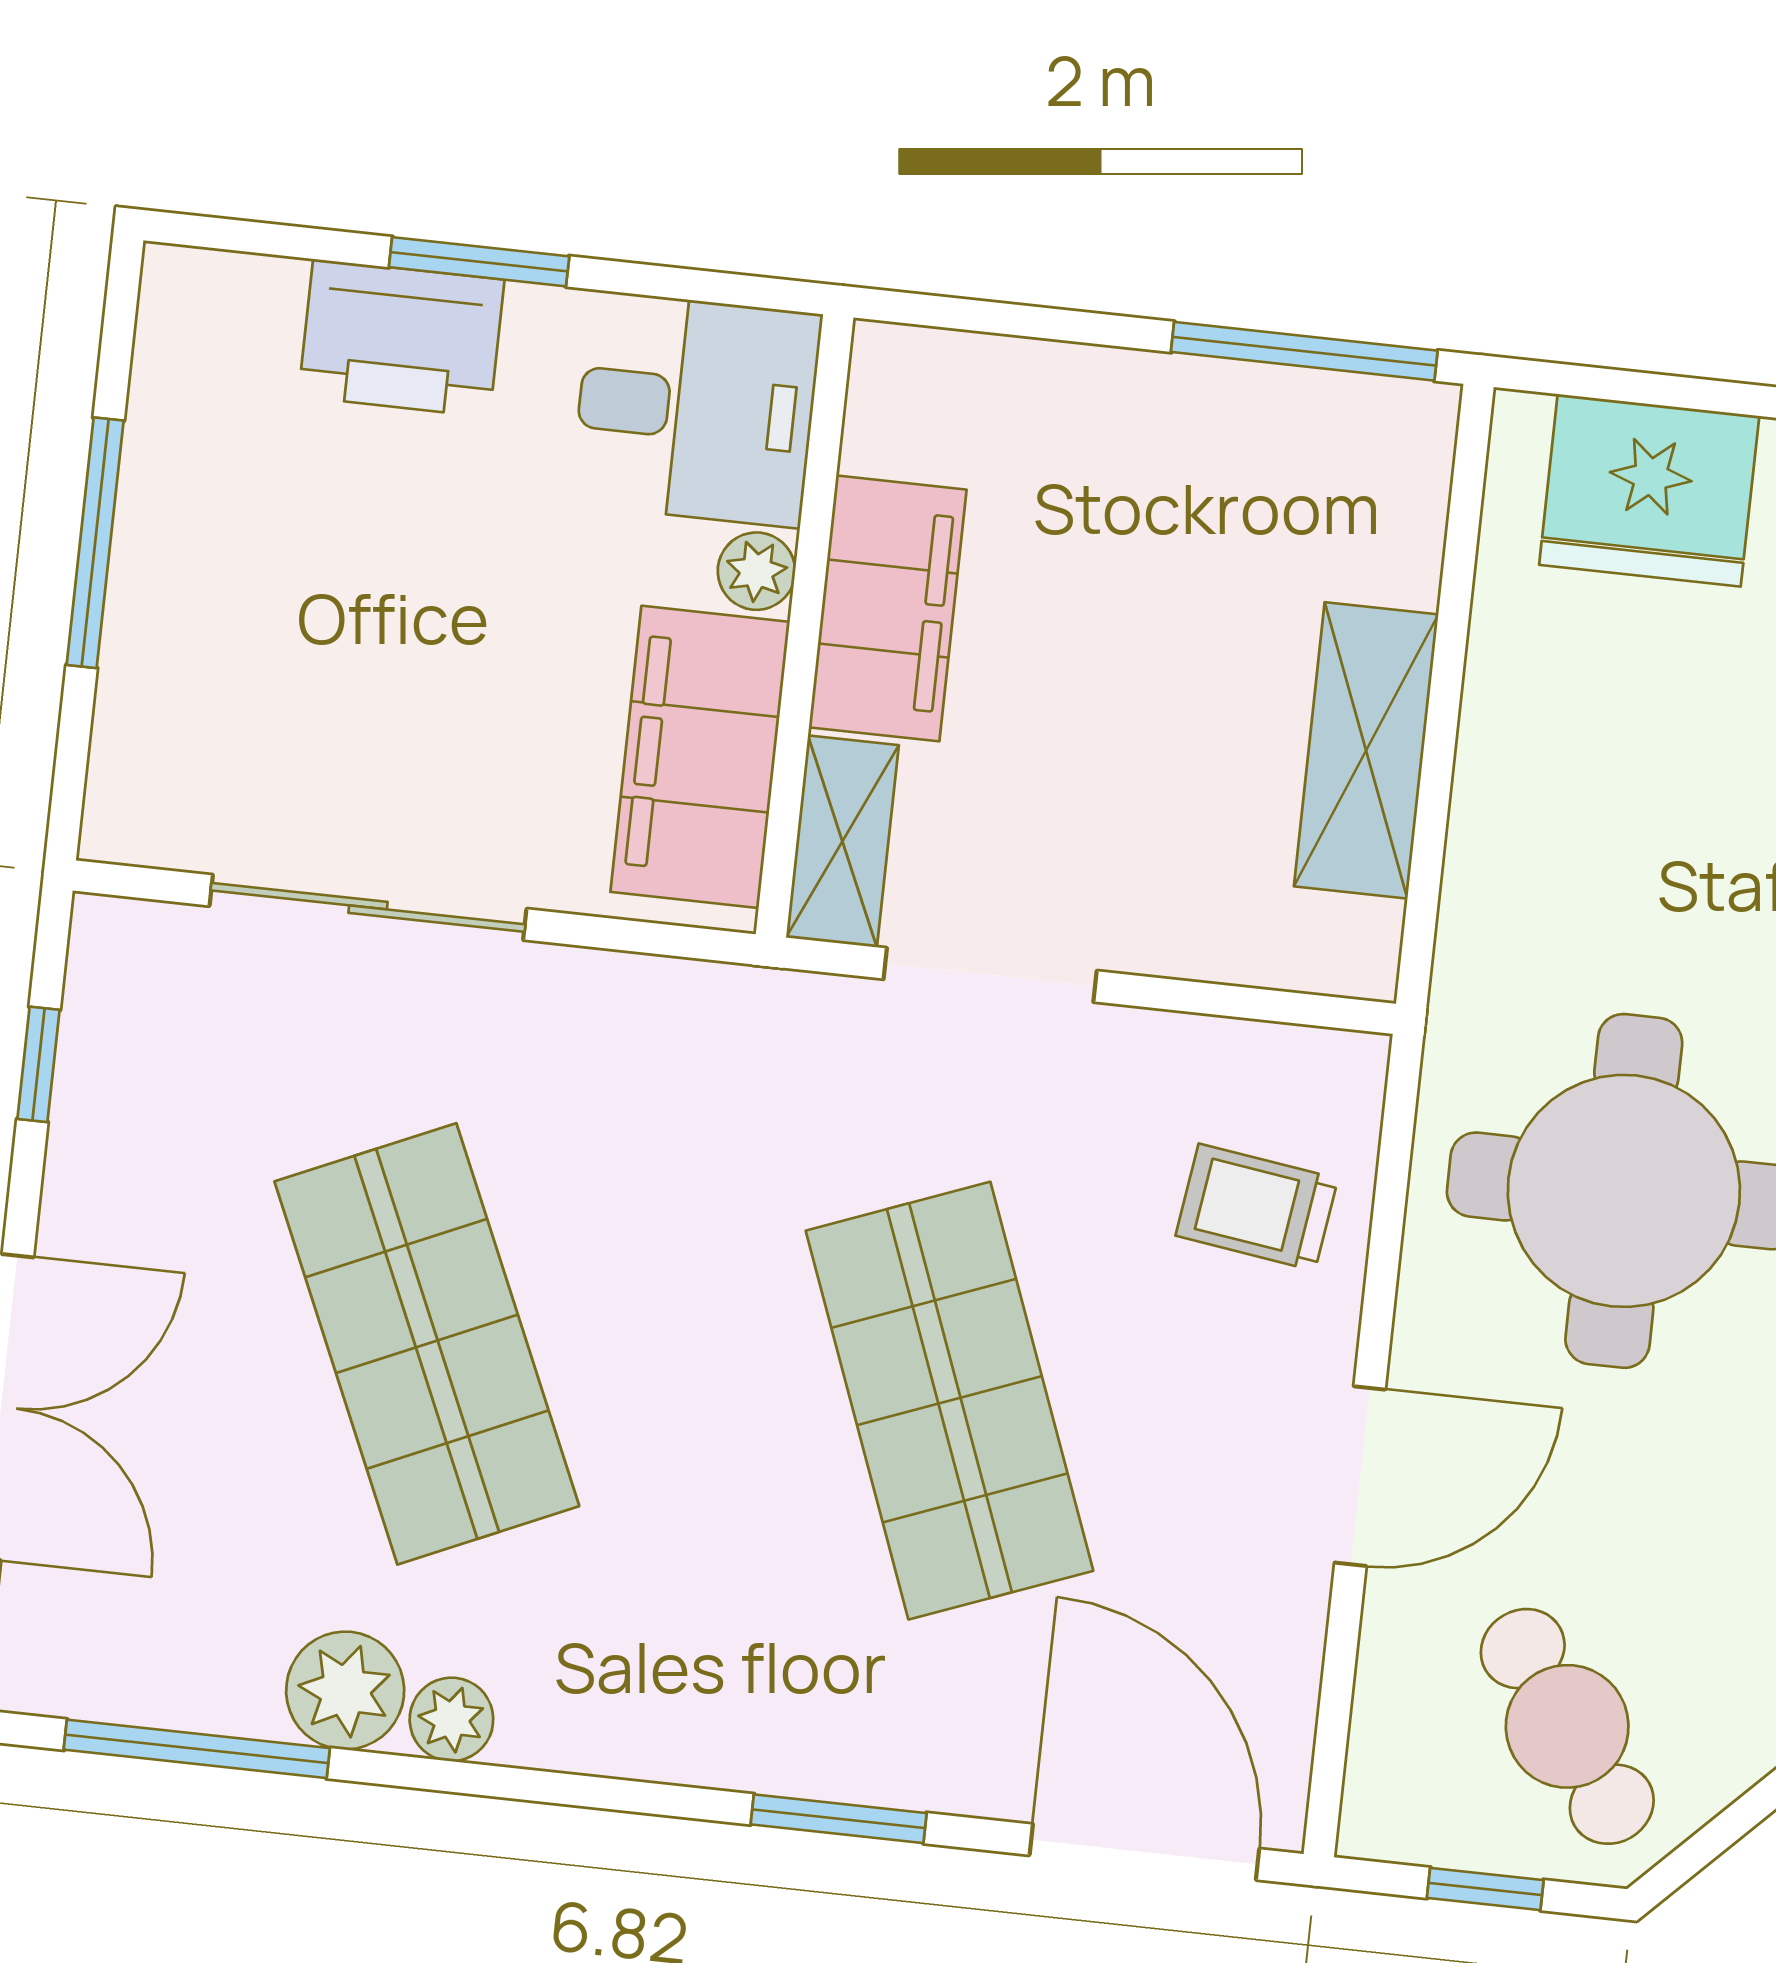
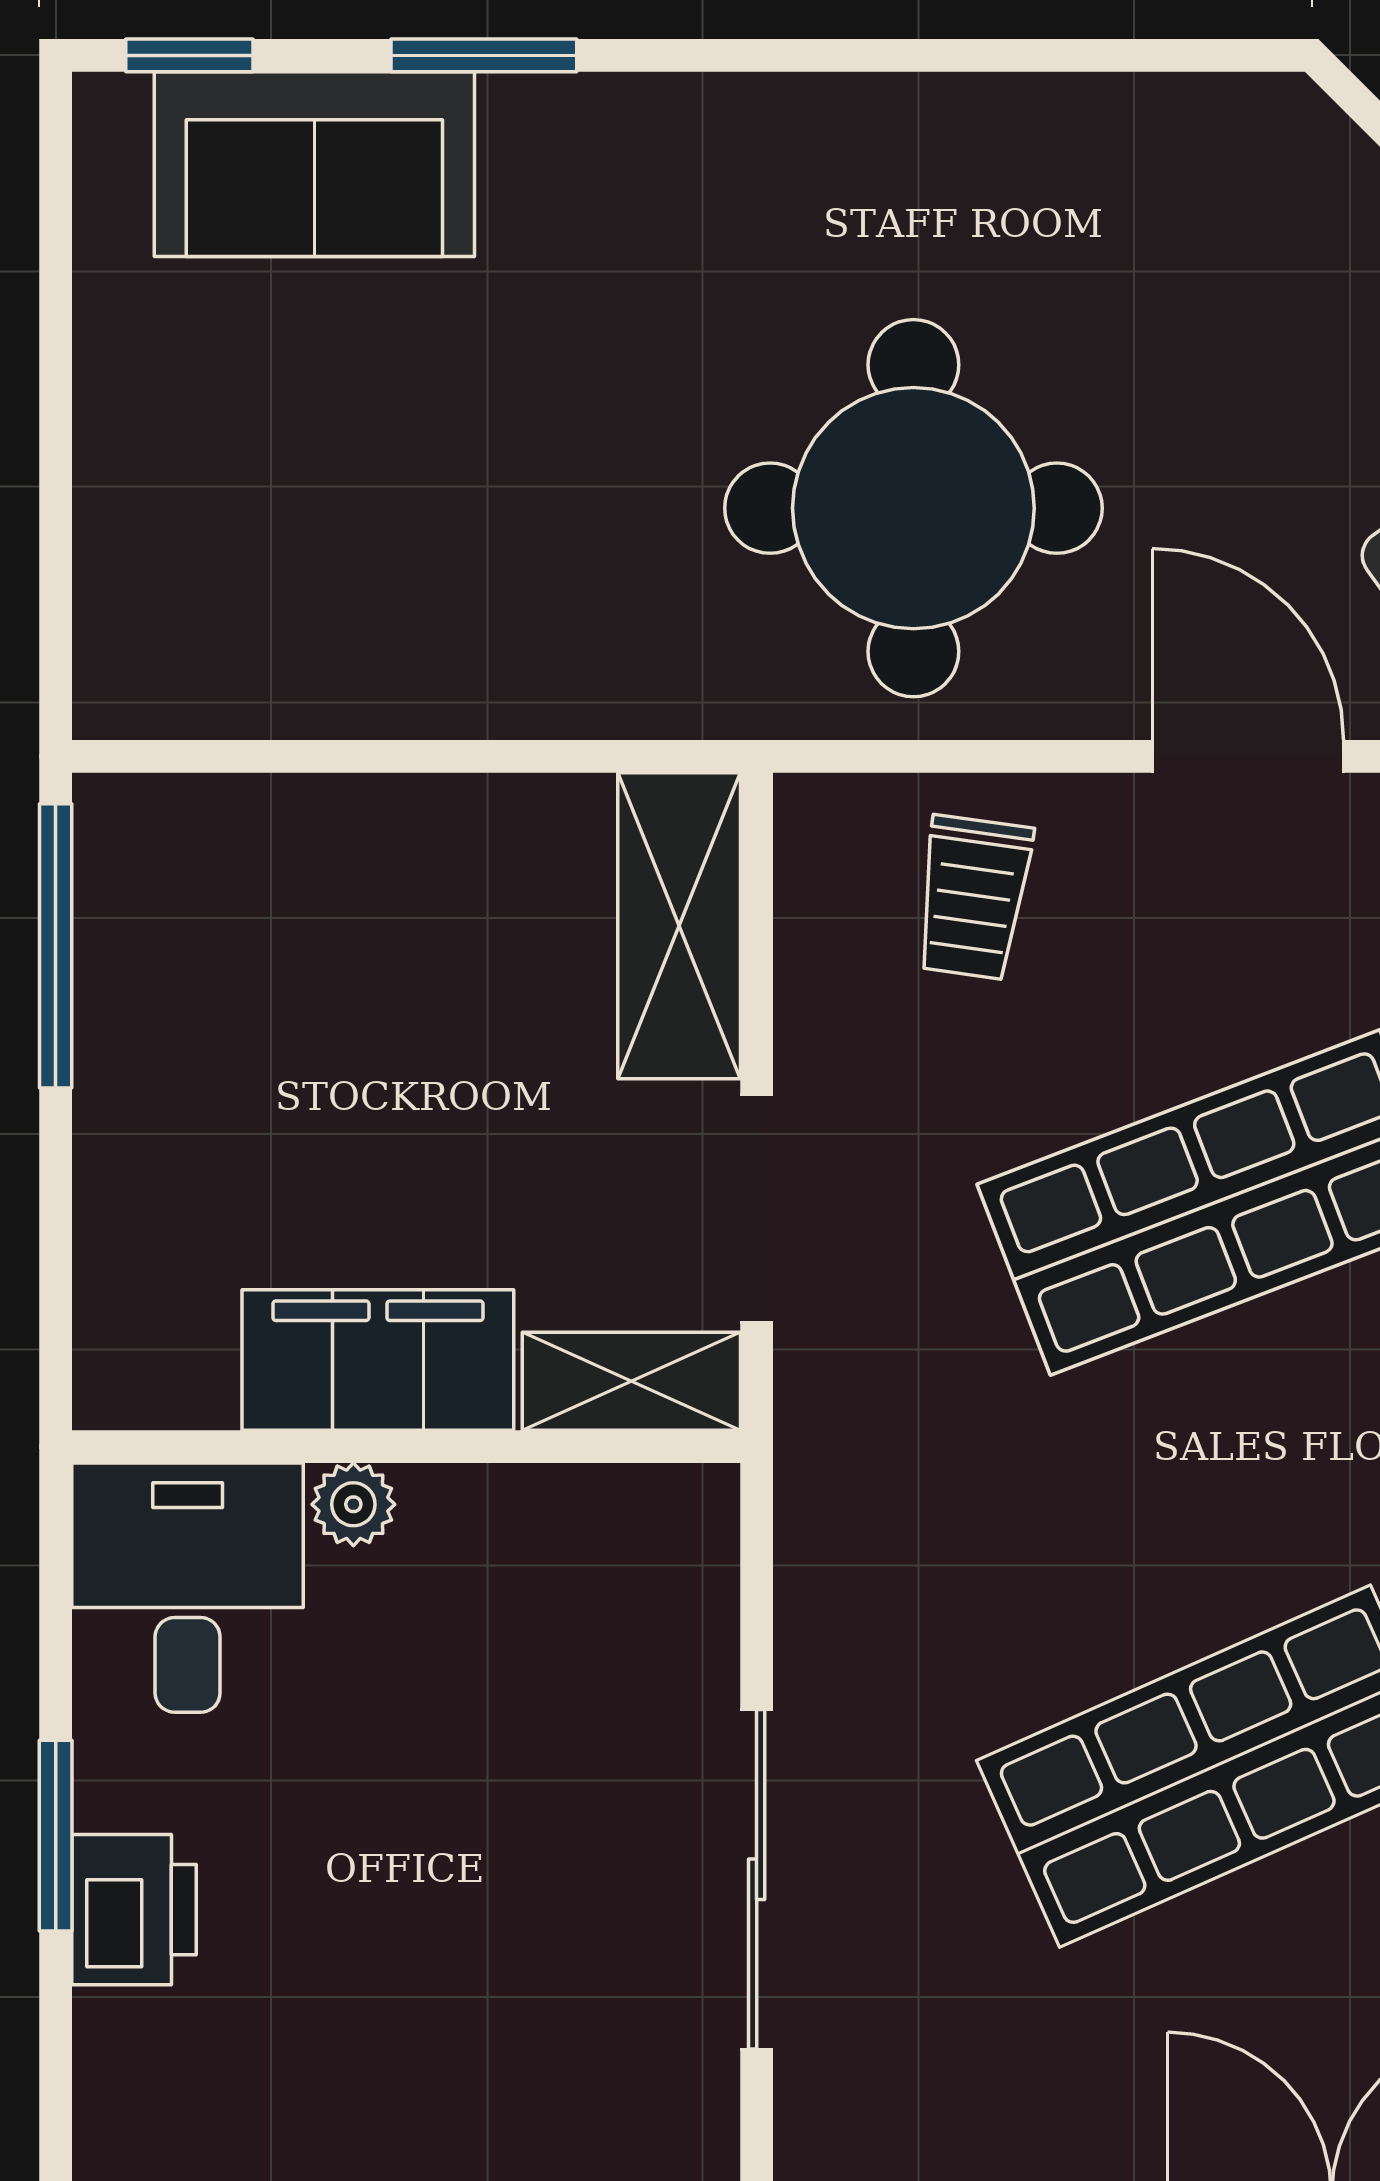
printer: (401, 338) -> (134, 1910), width x0.73, depth x0.84
fridge: (1649, 490) -> (164, 562), removed
shelving: (1366, 750) -> (679, 926), moved, turned 90
filing cabinet: (700, 757) -> (558, 1543), removed

